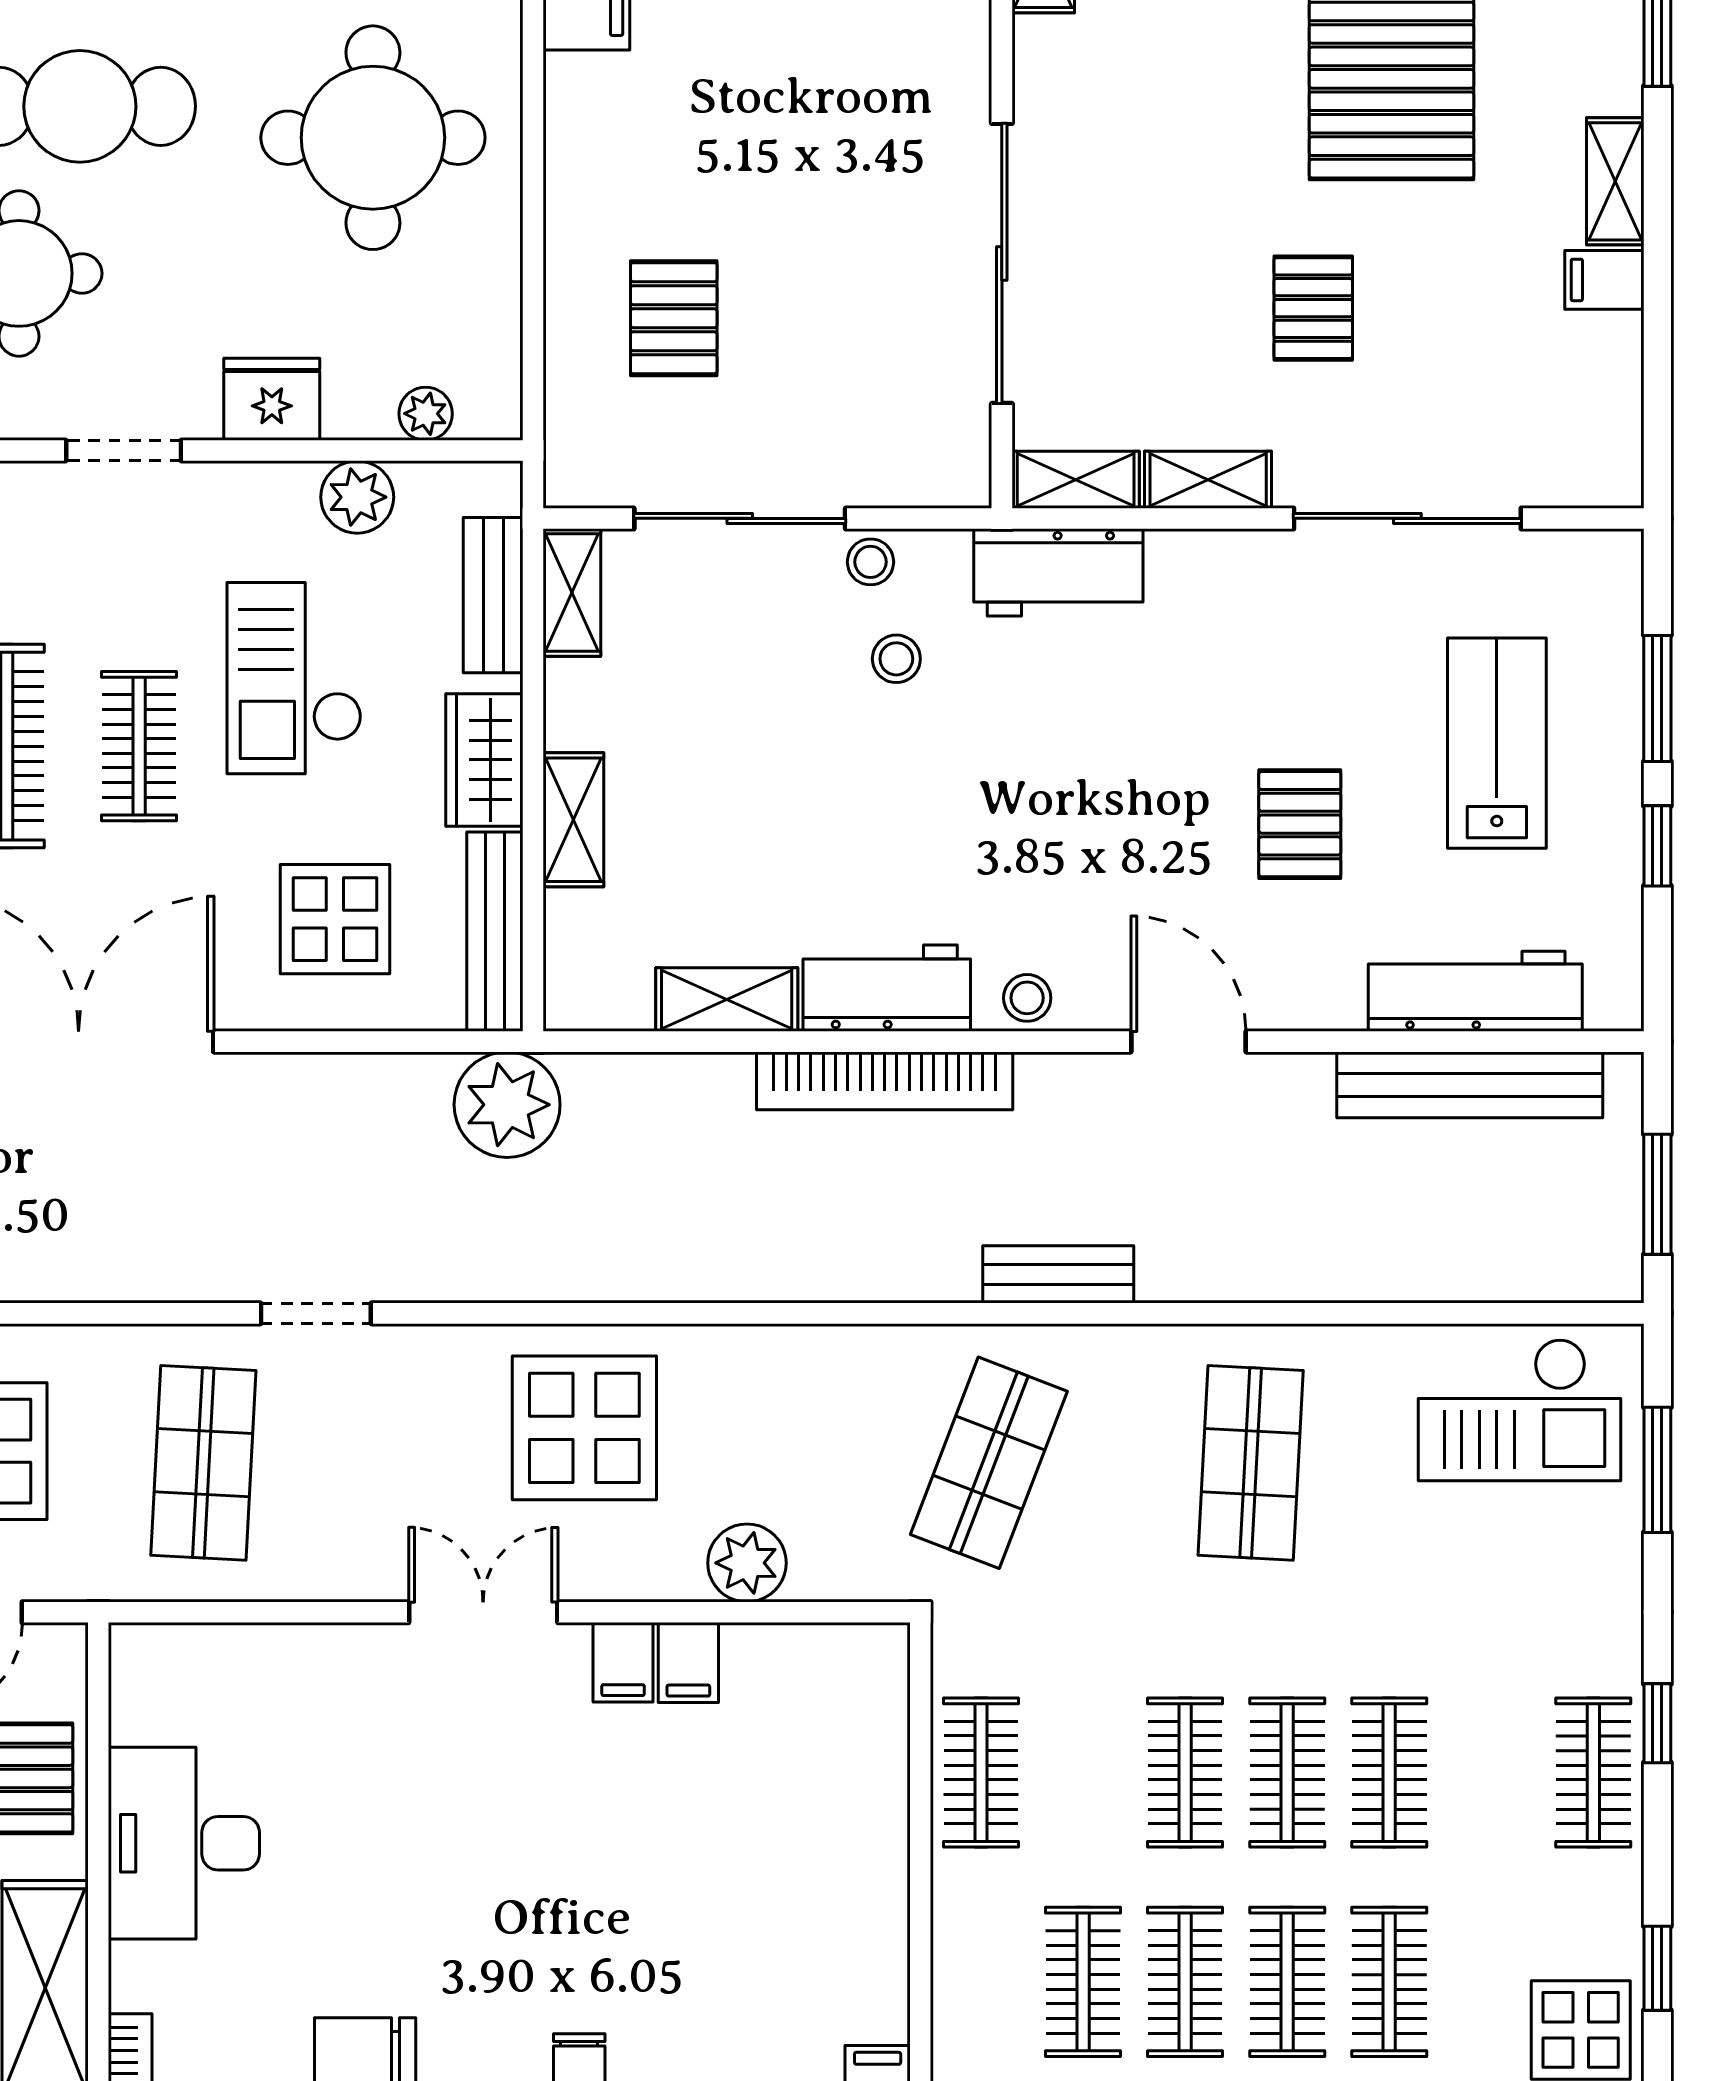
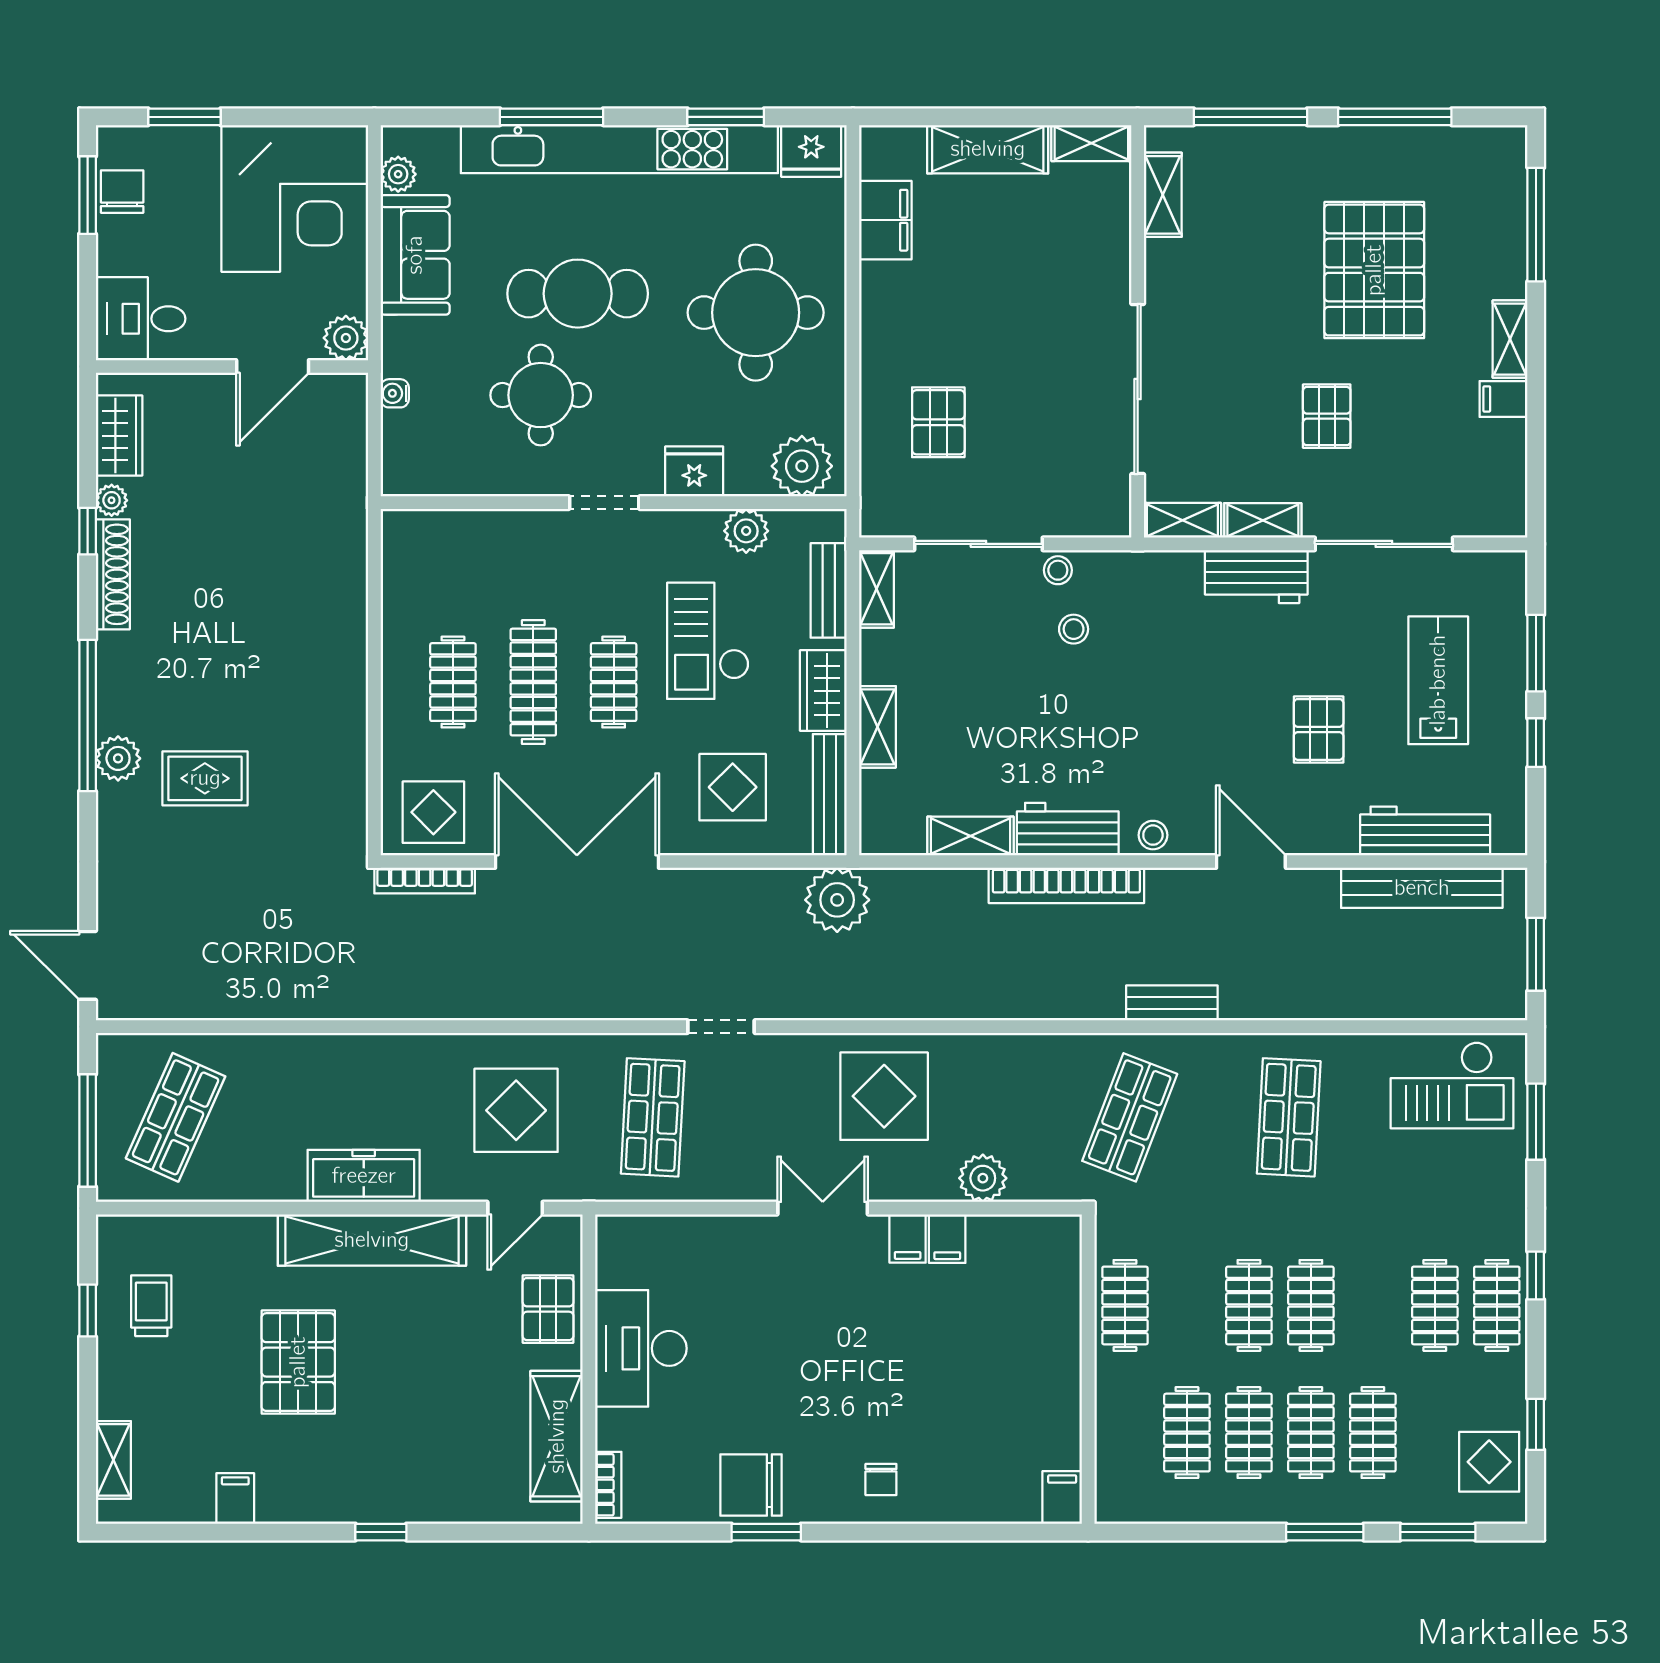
plant: (426, 414) -> (802, 466), width x1.88, depth x1.88
workbench: (1058, 572) -> (1256, 577), moved
clothes rail: (1389, 1773) -> (1435, 1305), moved

